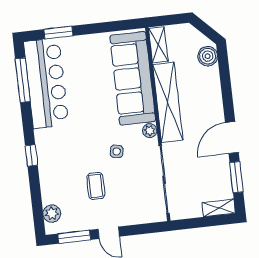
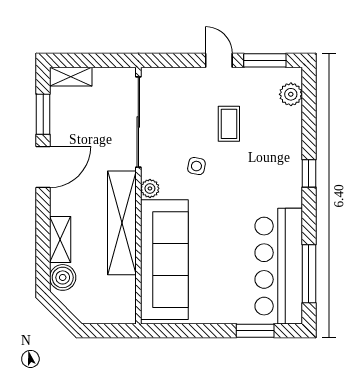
shelving: (158, 45) -> (60, 240), moved

